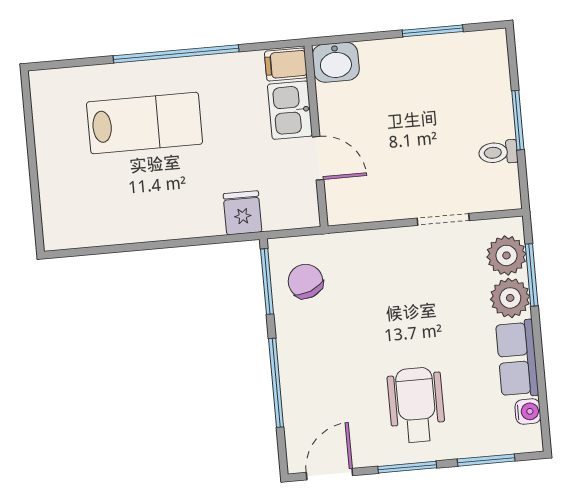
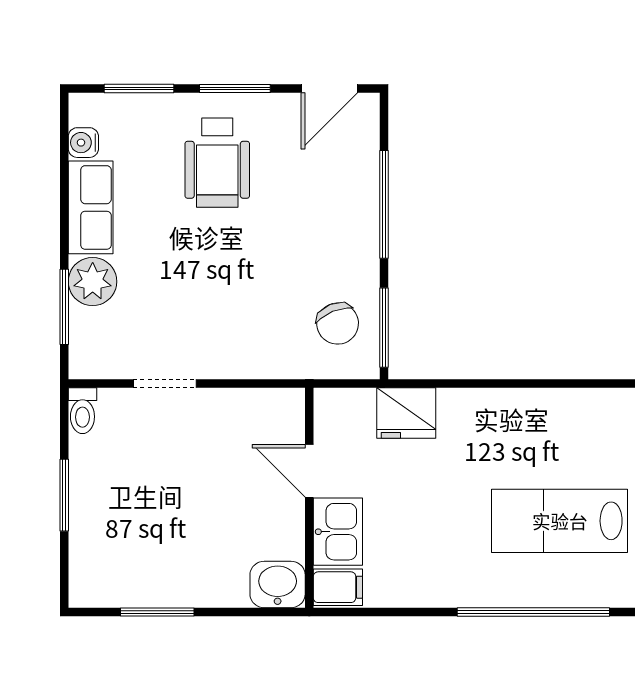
window: (176, 54) -> (533, 612), moved
lab bench: (145, 123) -> (560, 521), moved
toilet: (498, 152) -> (82, 411), moved, turned 90
fridge: (242, 213) -> (406, 413), width x1.38
plant: (506, 255) -> (92, 333), removed

